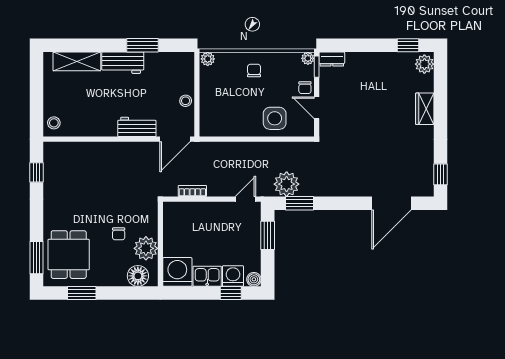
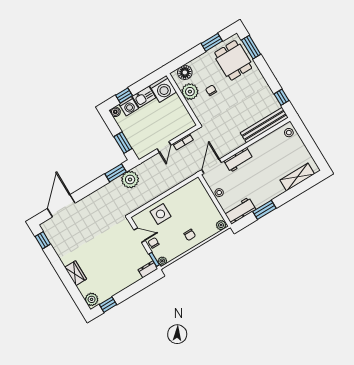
workbench: (123, 63) -> (240, 211), moved
bench: (79, 151) -> (264, 125), added
door: (245, 199) -> (164, 147), moved

